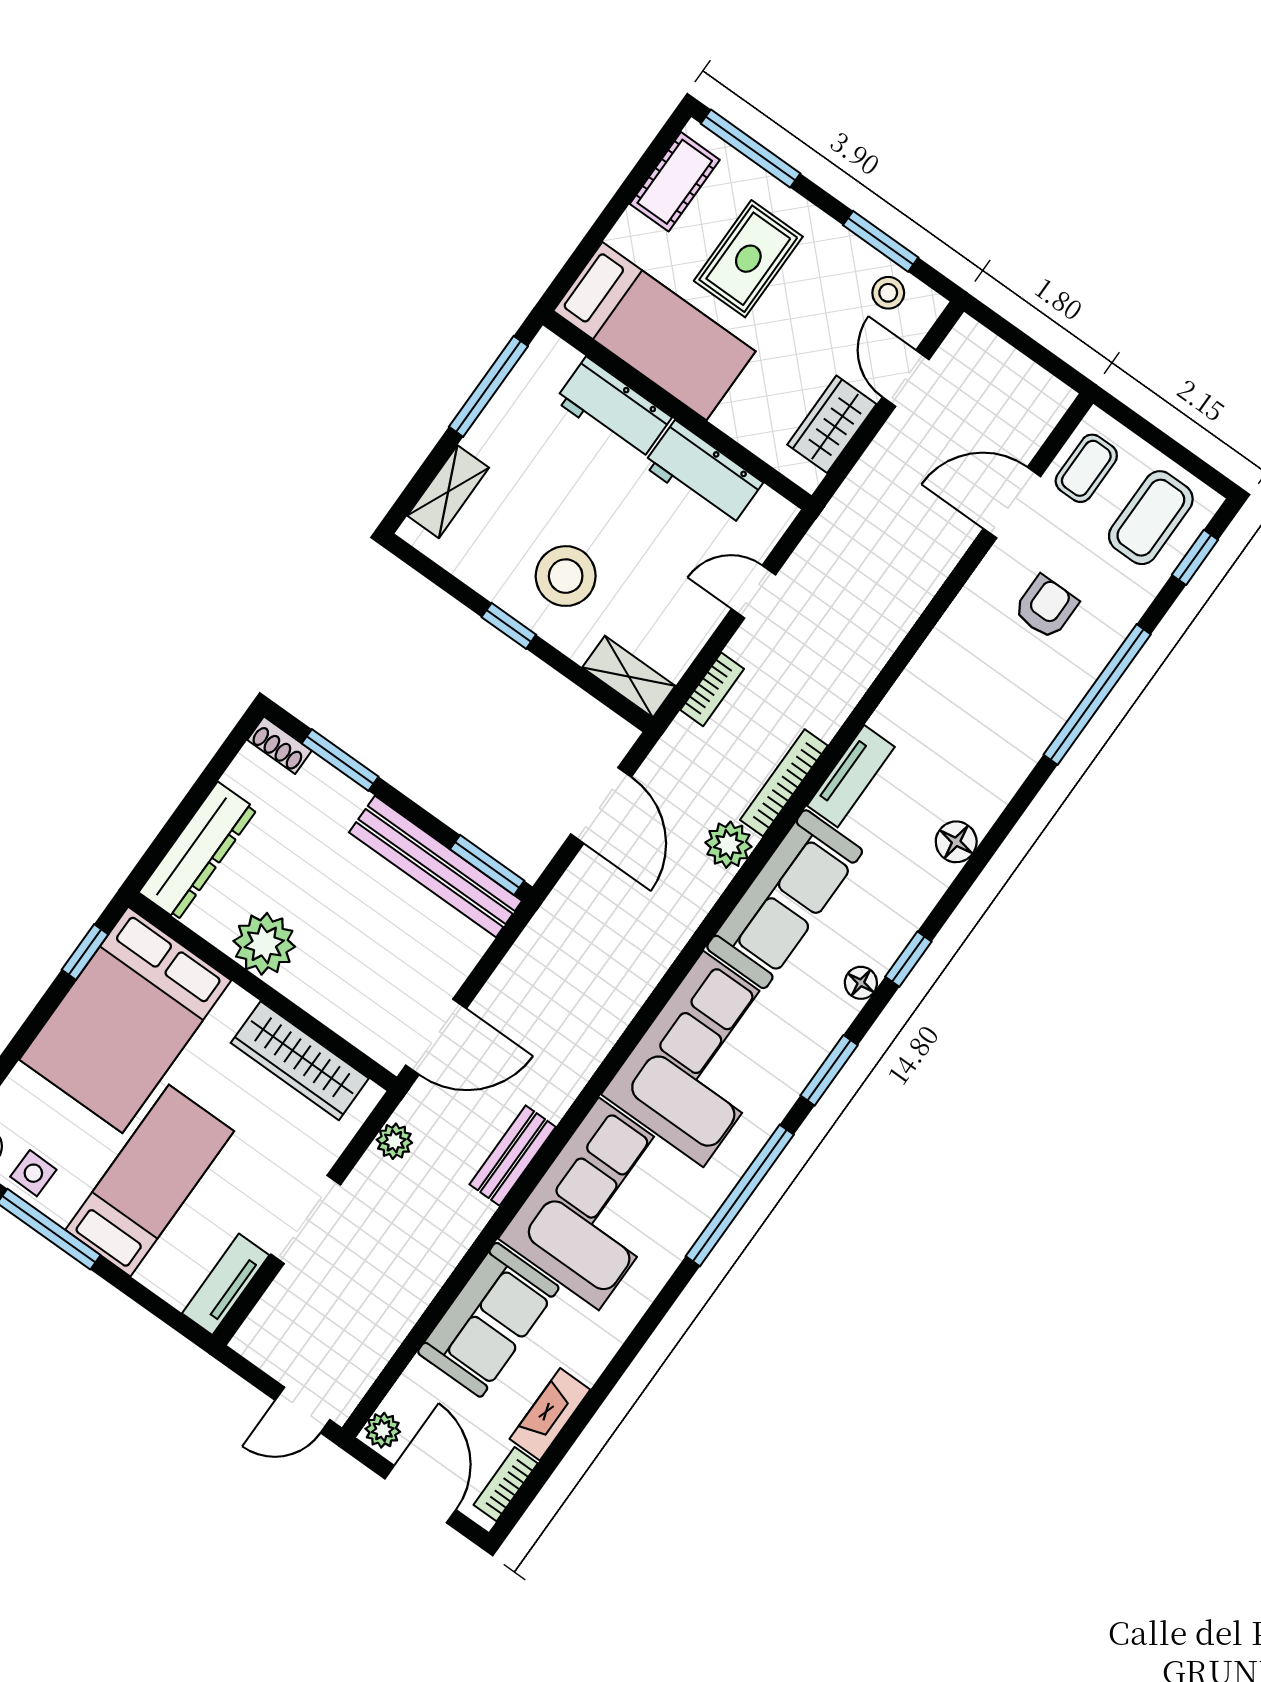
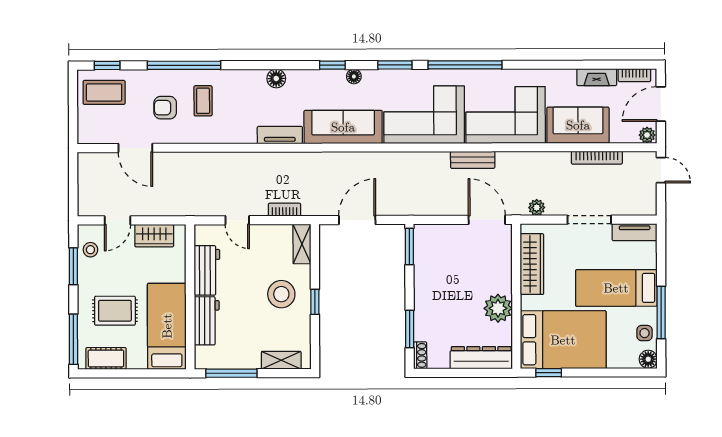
coffee table: (1086, 468) -> (203, 101), moved, turned 90
bookcase: (784, 783) -> (597, 158), moved
plant: (728, 845) -> (338, 162), removed
bench: (436, 867) -> (424, 265), removed
bench: (513, 1156) -> (473, 160), moved

